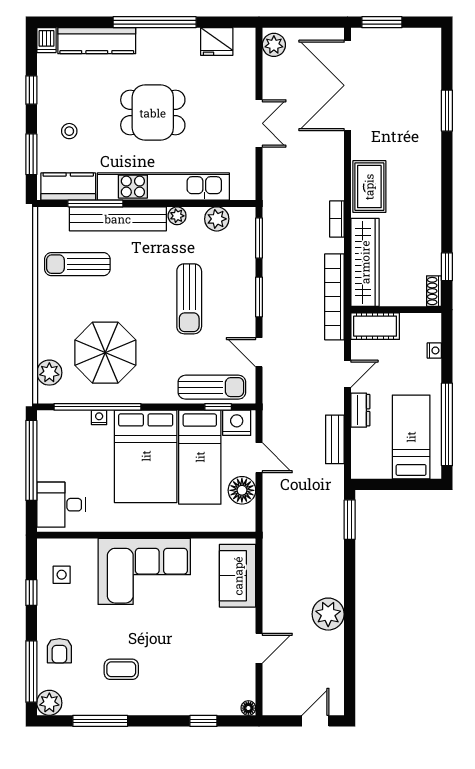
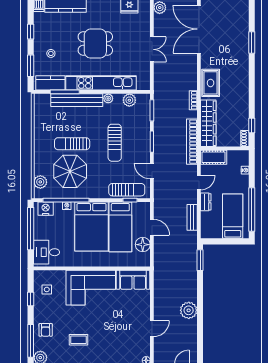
sun lounger: (77, 264) -> (72, 144), moved
nightstand: (237, 423) -> (46, 209), moved
sofa: (238, 576) -> (133, 280), moved, turned -90

